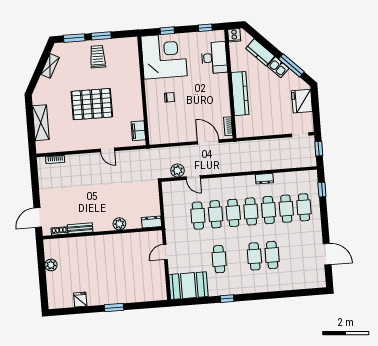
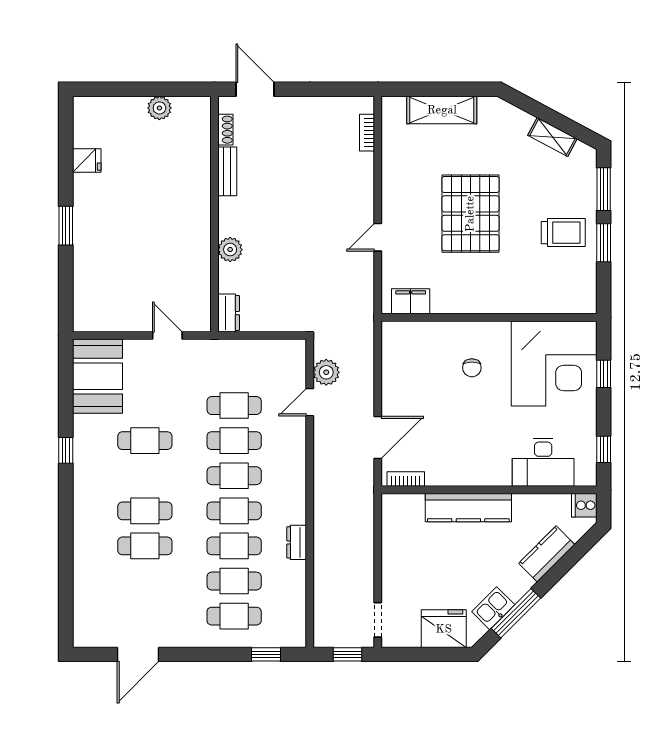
kitchen sink: (278, 67) -> (493, 608), moved

